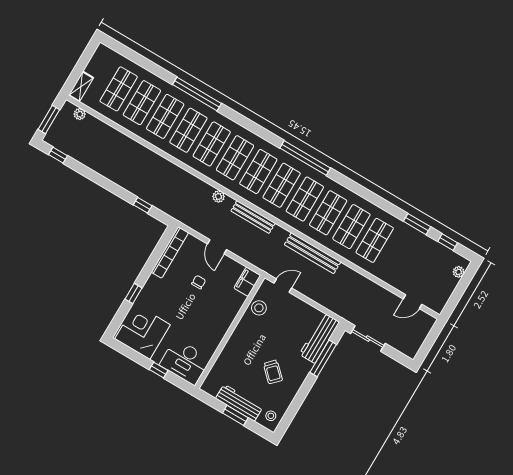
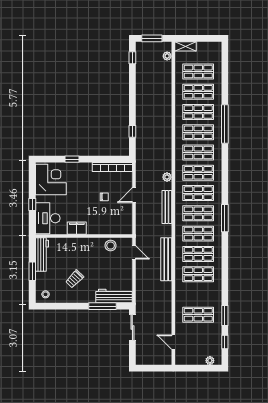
window: (305, 158) -> (225, 218), width x0.68
shop shelf: (375, 240) -> (198, 315), moved
filing cabinet: (247, 282) -> (77, 228), moved
workbench: (239, 403) -> (42, 254), moved

